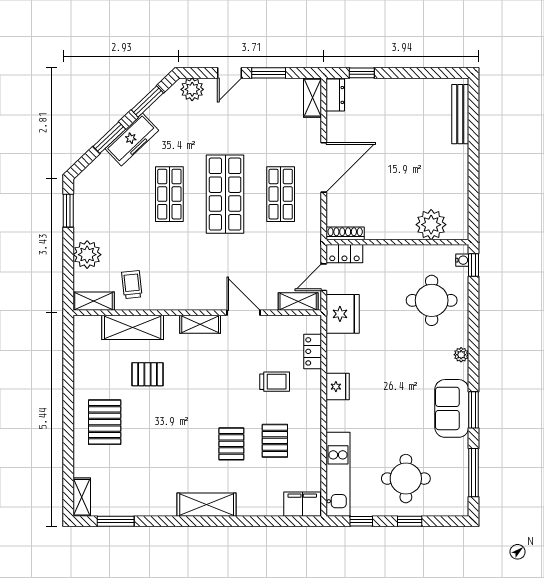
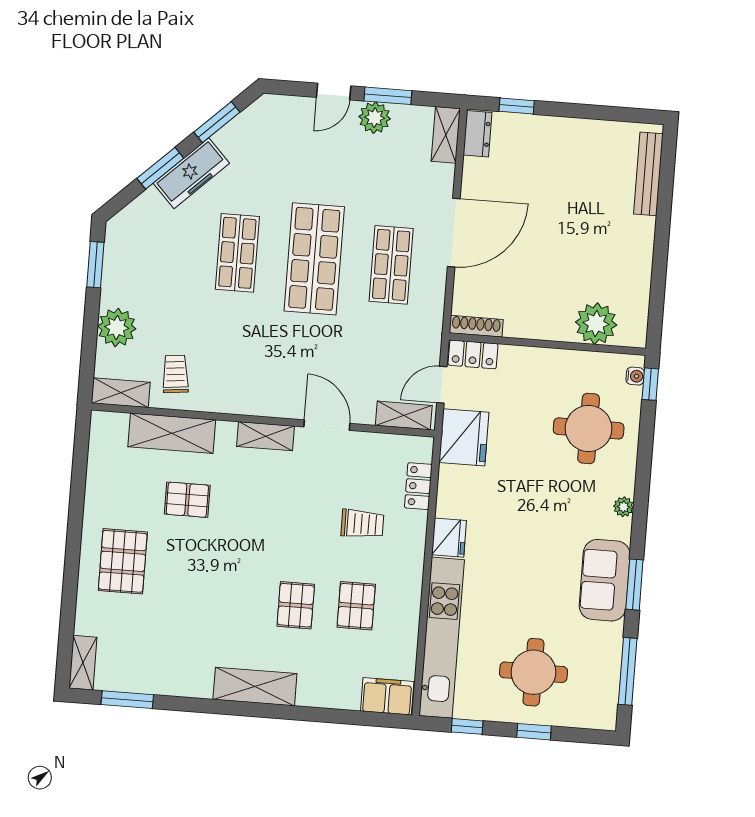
plant: (192, 89) -> (375, 118), moved
kitchen unit: (338, 474) -> (442, 638), width x1.36

